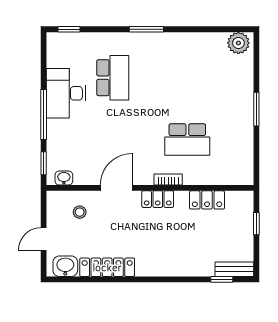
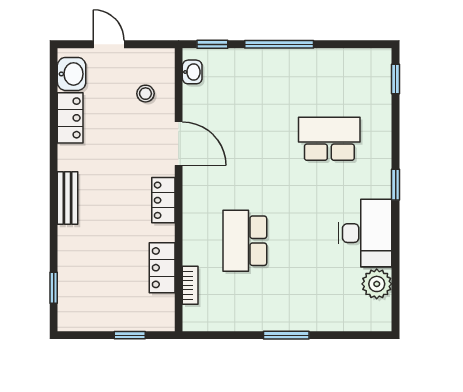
window: (146, 29) -> (396, 185), width x0.67
plant: (238, 43) -> (377, 284), moved
school desk: (113, 78) -> (329, 139), turned 180
desk: (66, 93) -> (365, 233), moved, turned 90
bookcase: (168, 180) -> (190, 285), moved
locker: (107, 267) -> (70, 118), width x0.66
bench: (234, 269) -> (68, 198), moved

